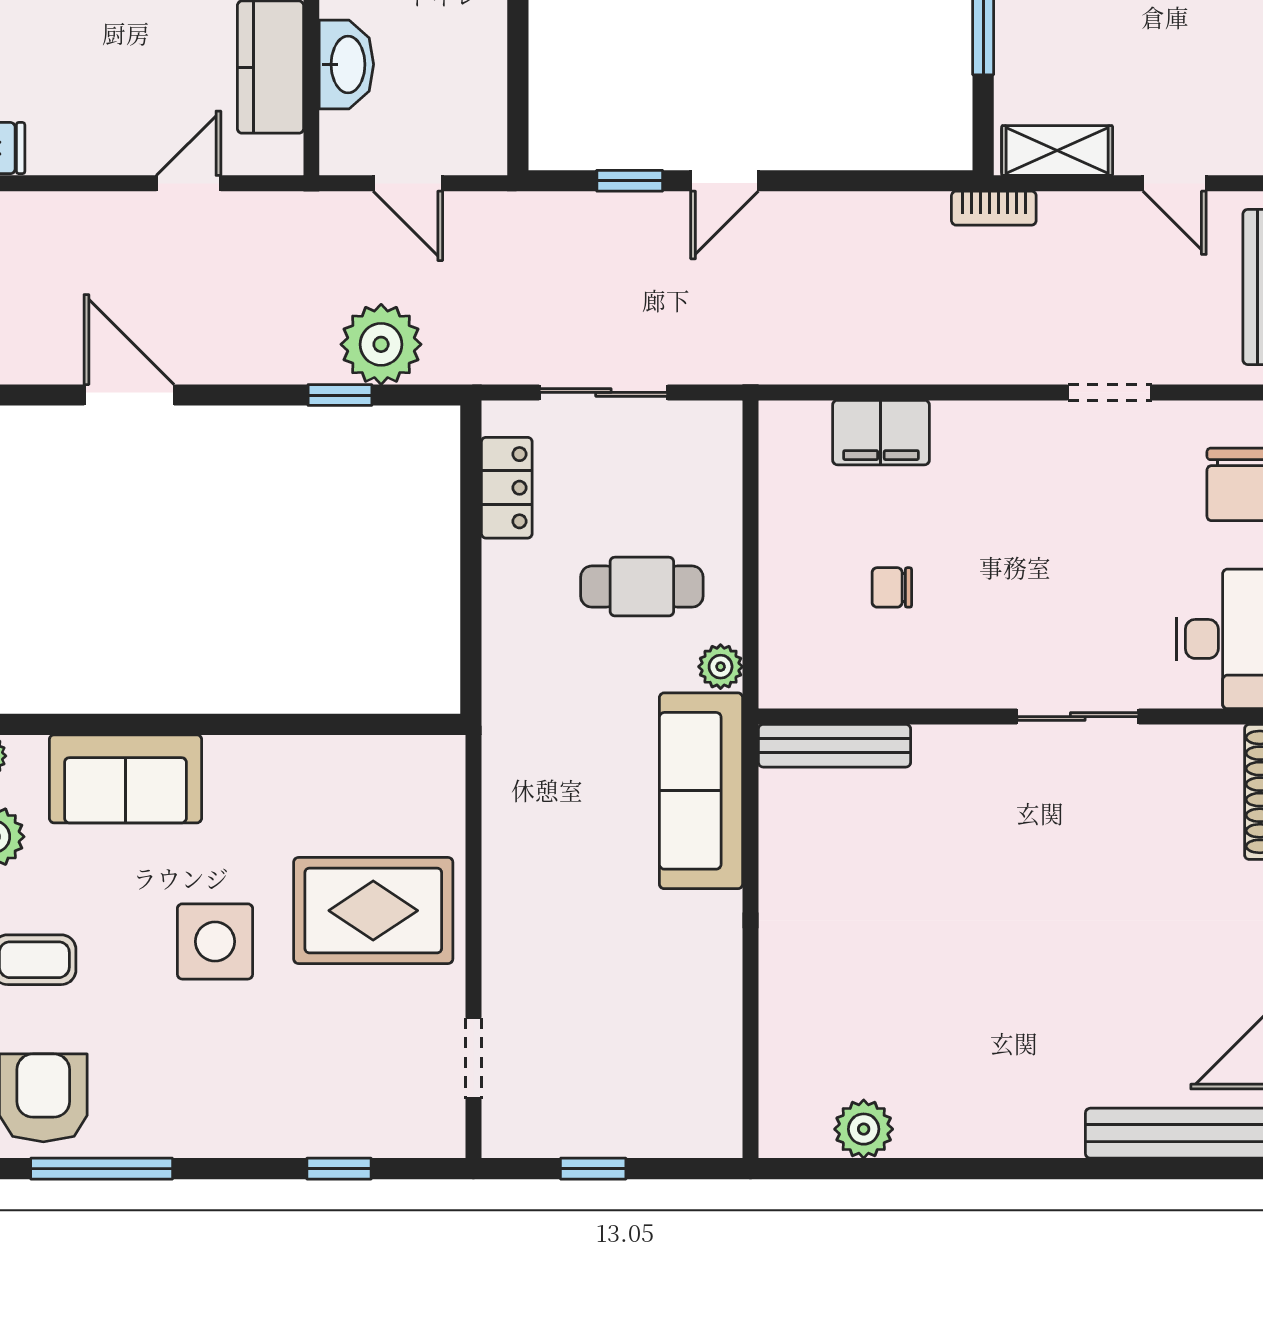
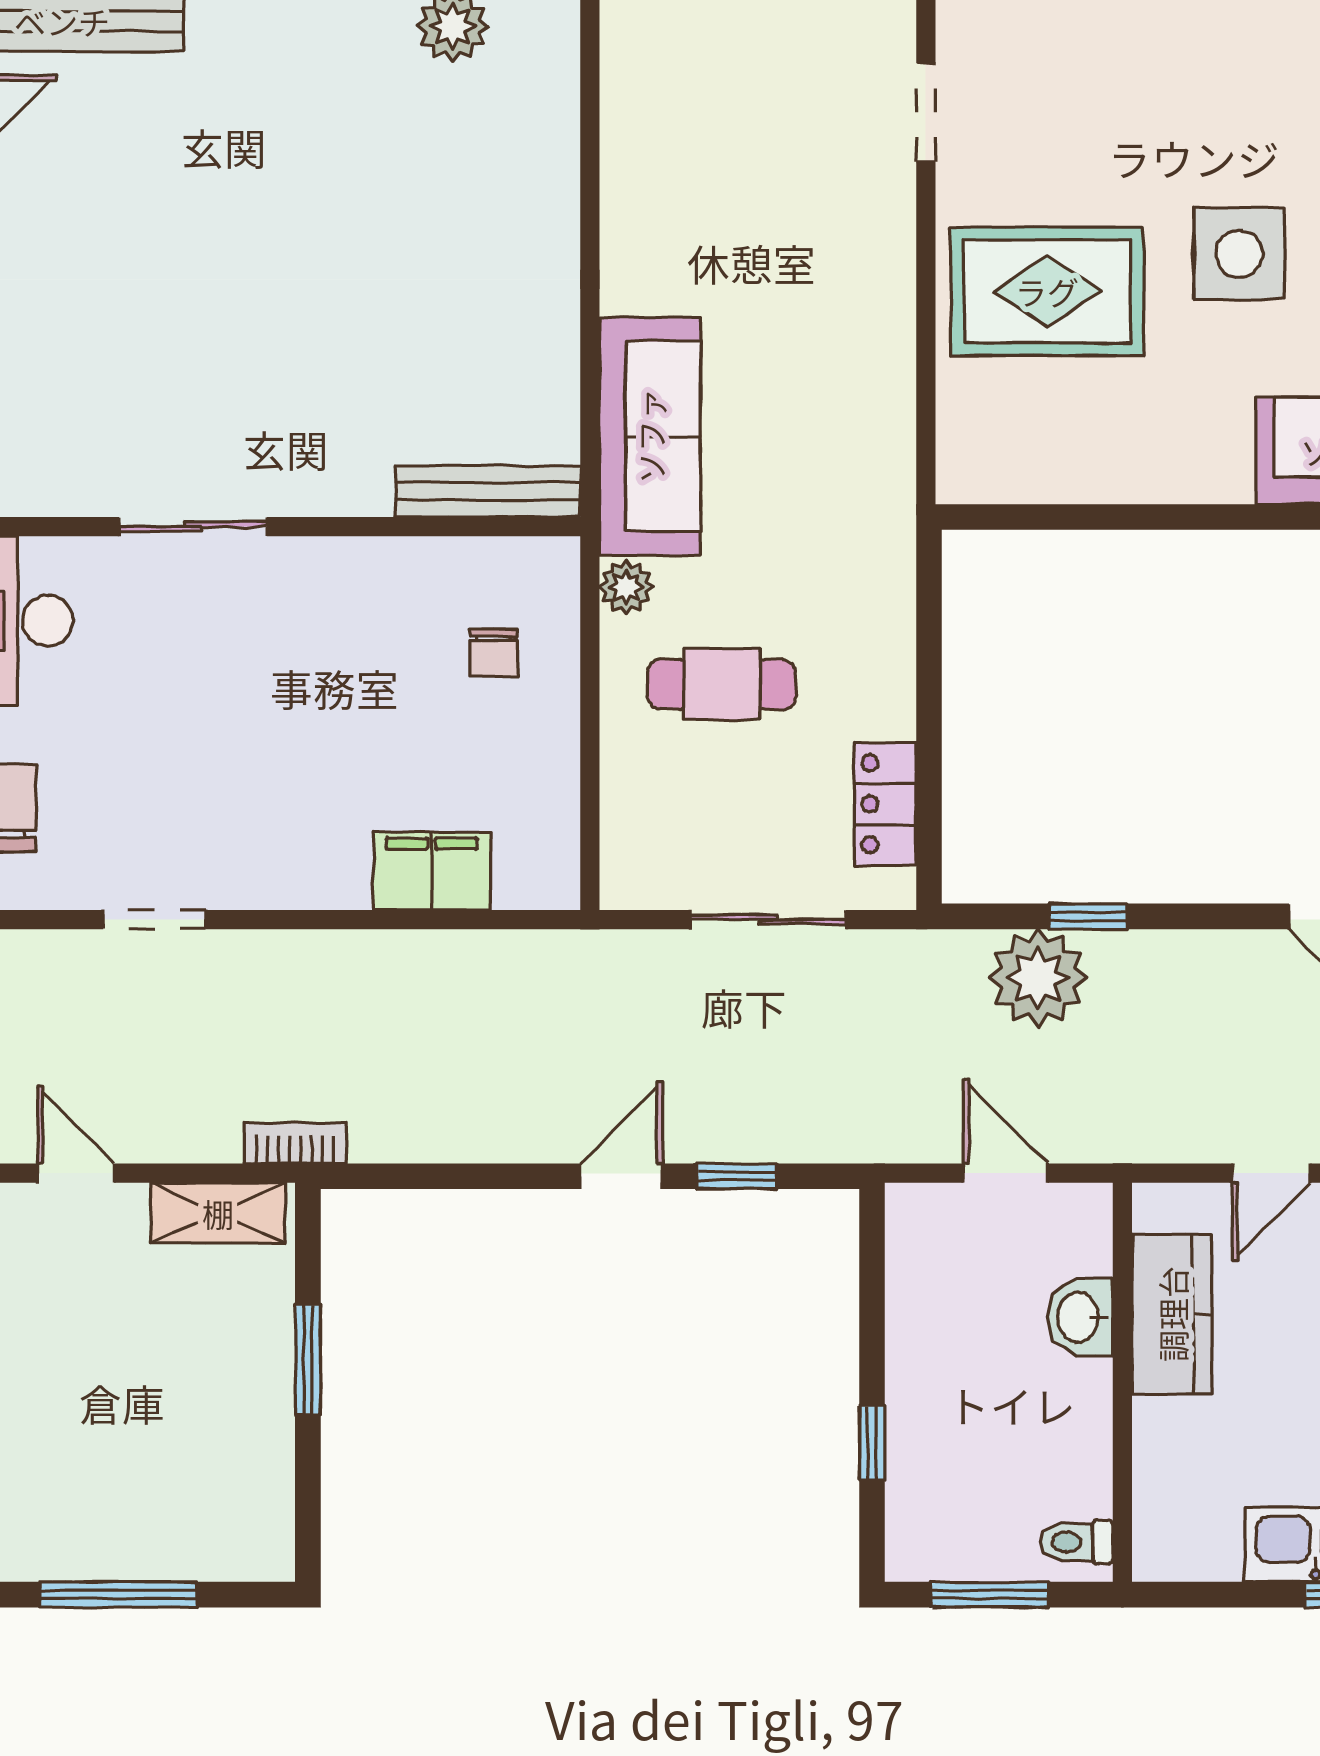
washbasin: (346, 64) -> (1080, 1317), width x0.72
chair: (892, 587) -> (493, 653), moved, turned 90

